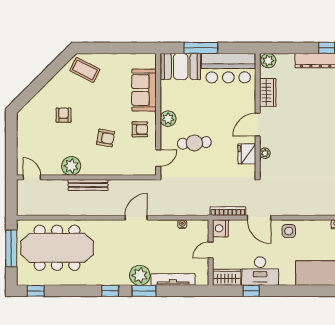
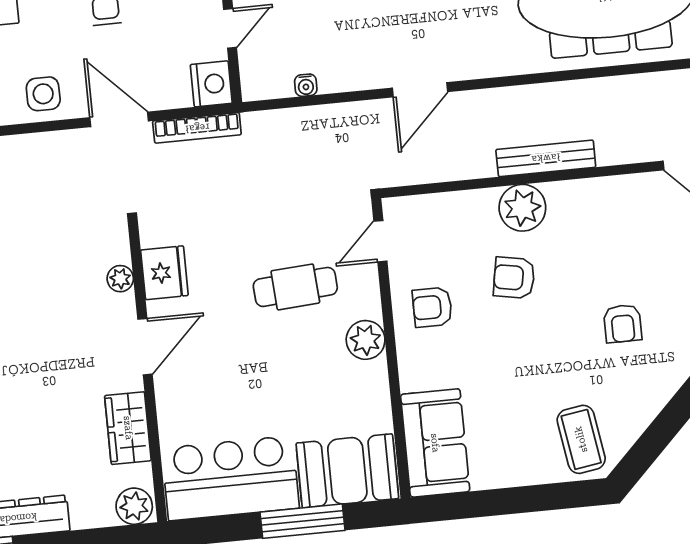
coffee table: (85, 70) -> (581, 439), turned 54
sofa: (144, 90) -> (435, 443), moved
plant: (71, 166) -> (522, 208), moved

